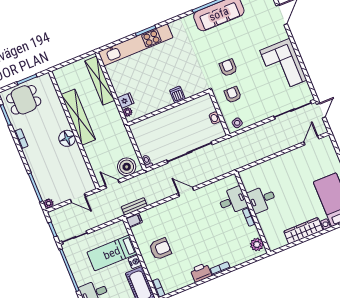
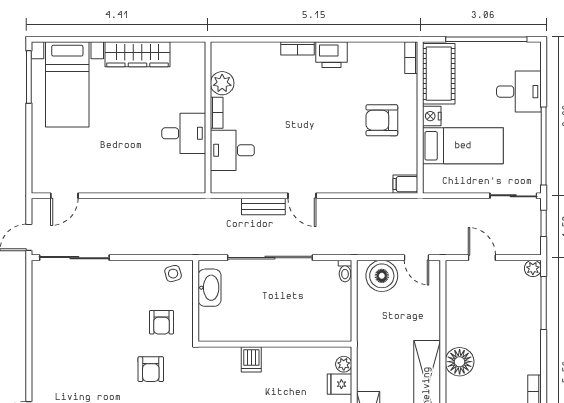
corner sofa: (283, 65) -> (60, 336), removed
washbasin: (215, 118) -> (210, 288), width x1.91, depth x1.45
bench: (134, 206) -> (263, 207), moved
plant: (257, 244) -> (222, 83), moved

